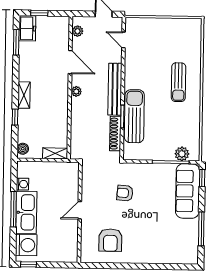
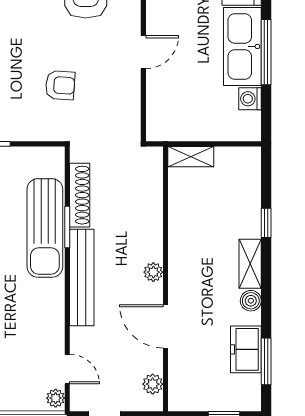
plant: (130, 24) -> (56, 398), added
freezer: (27, 28) -> (246, 349), moved
boiler: (23, 149) -> (251, 301), moved

